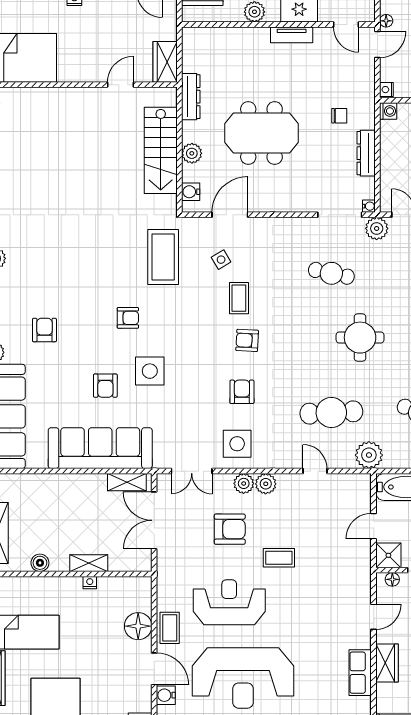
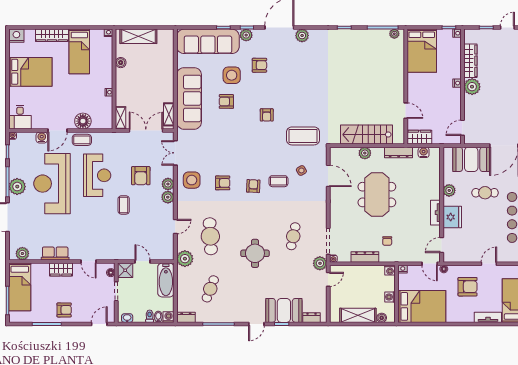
water cooler: (191, 192) -> (424, 152), moved
side table: (150, 371) -> (232, 75), moved
shelving: (89, 563) -> (120, 118), moved

